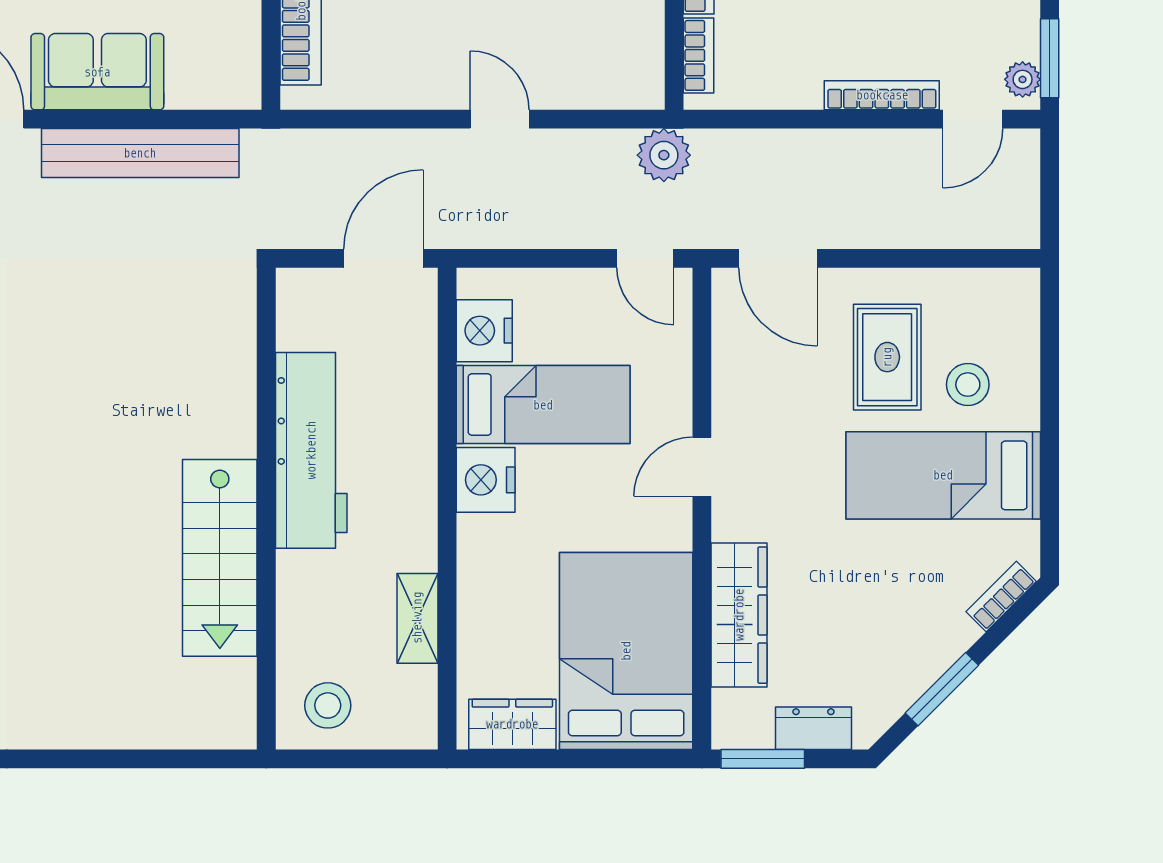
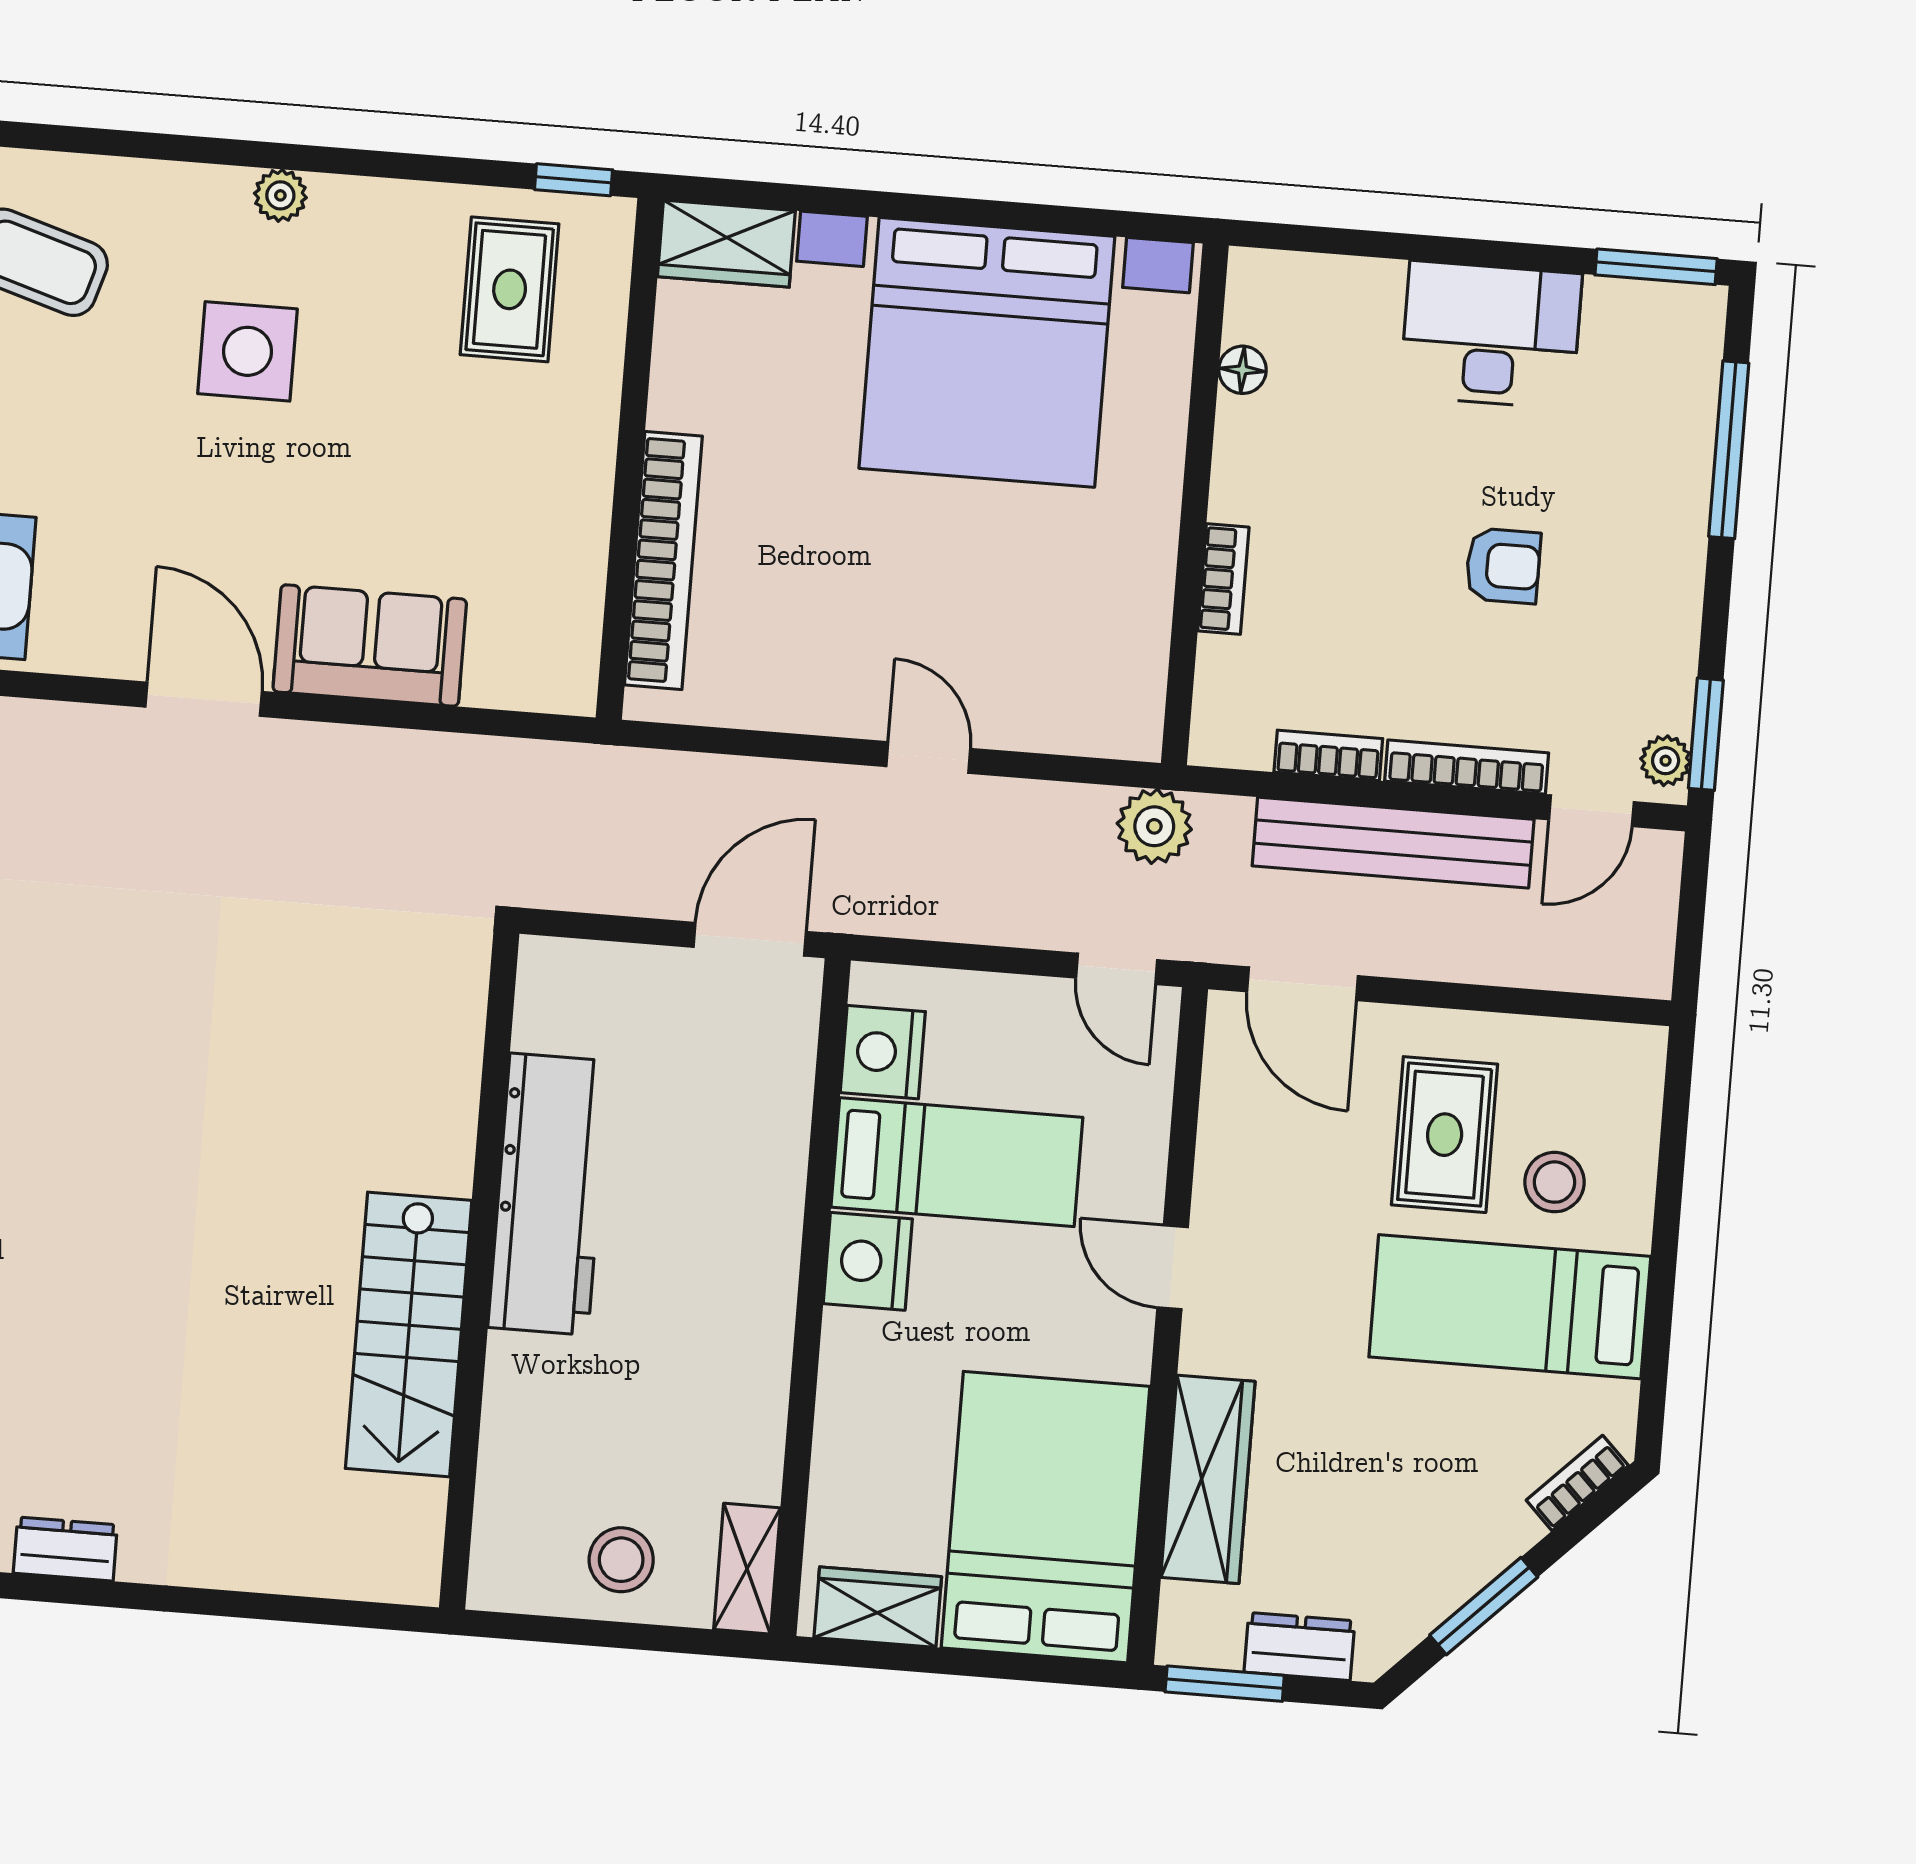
bookcase: (698, 55) -> (1328, 755), moved, turned -90
bench: (140, 153) -> (1393, 843), moved
workbench: (311, 450) -> (549, 1194), moved
door: (702, 467) -> (1173, 1267), hinge flipped
wall: (266, 509) -> (479, 1271), moved
stairs: (220, 558) -> (409, 1334), moved
shelving: (417, 618) -> (747, 1569), moved

